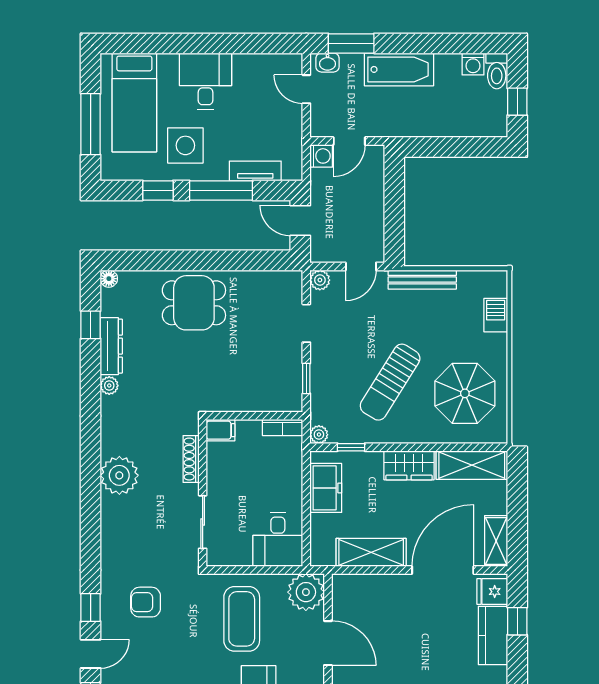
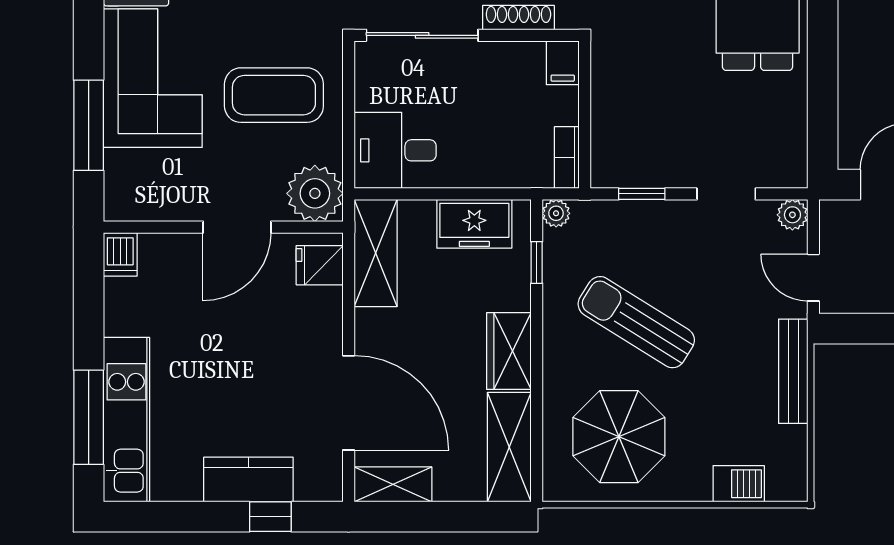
sliding door: (203, 522) -> (422, 35), width x1.37
shelving: (371, 552) -> (376, 253), moved
fridge: (492, 592) -> (320, 265), moved, turned -90

